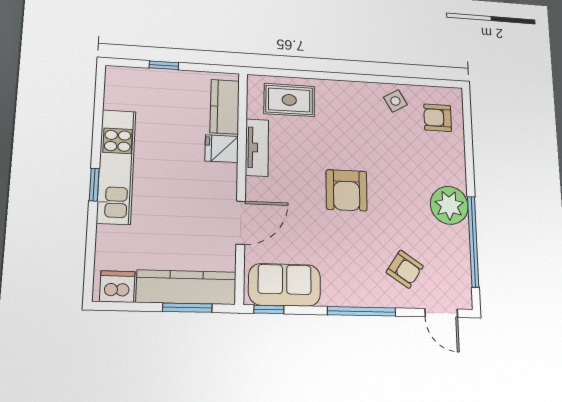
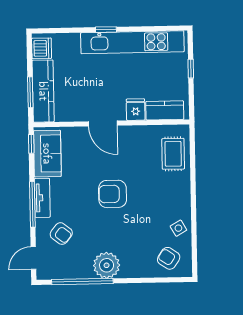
armchair: (438, 118) -> (169, 258), turned -56
tv unit: (257, 148) -> (42, 198), moved, turned -90
kitchen unit: (116, 167) -> (132, 42), width x1.36
door: (241, 223) -> (103, 124), moved
armchair: (405, 269) -> (61, 234), turned -86

